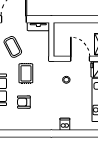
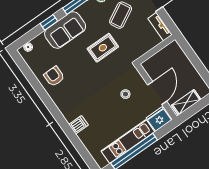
armchair: (24, 102) -> (54, 76), moved

